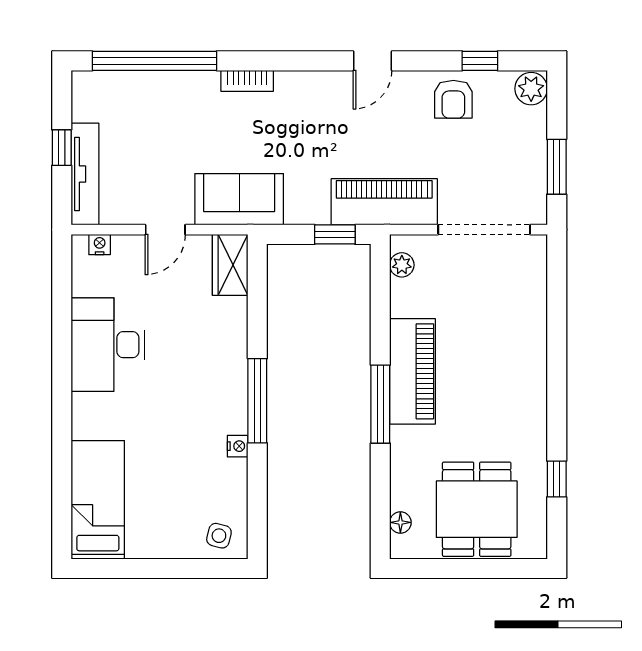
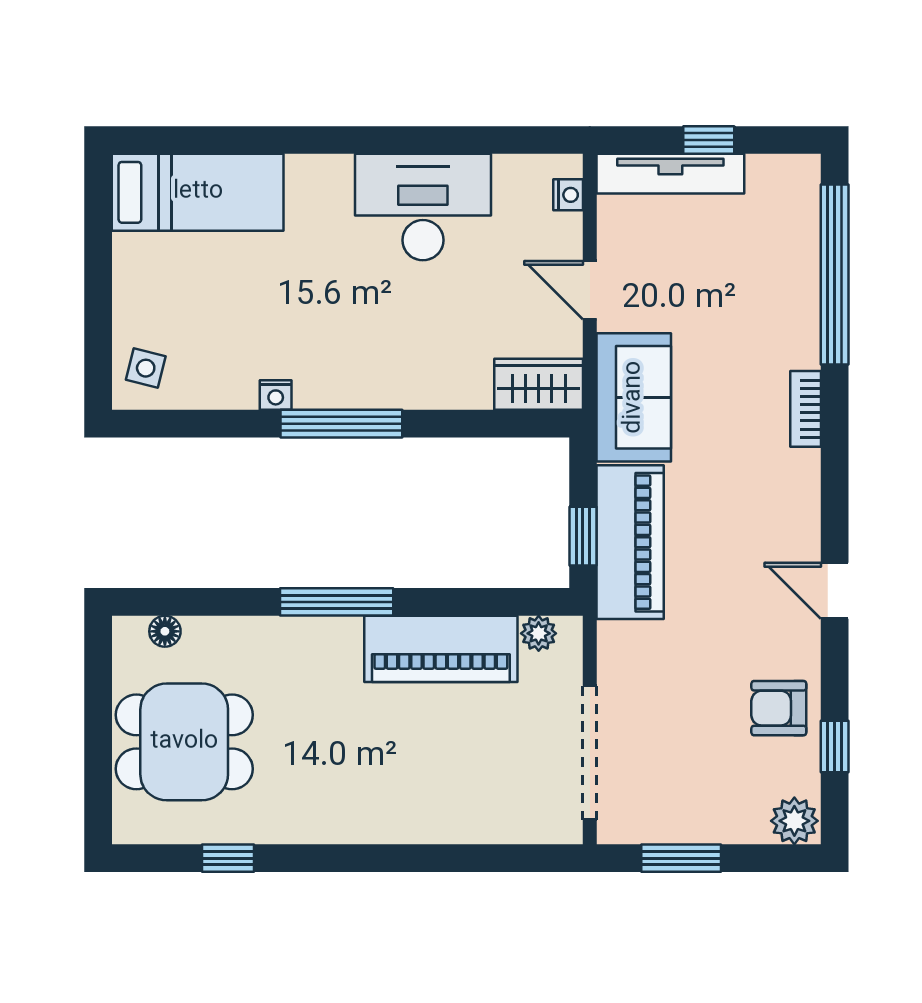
piano: (384, 202) -> (630, 542), moved
piano: (413, 371) -> (441, 649), moved

